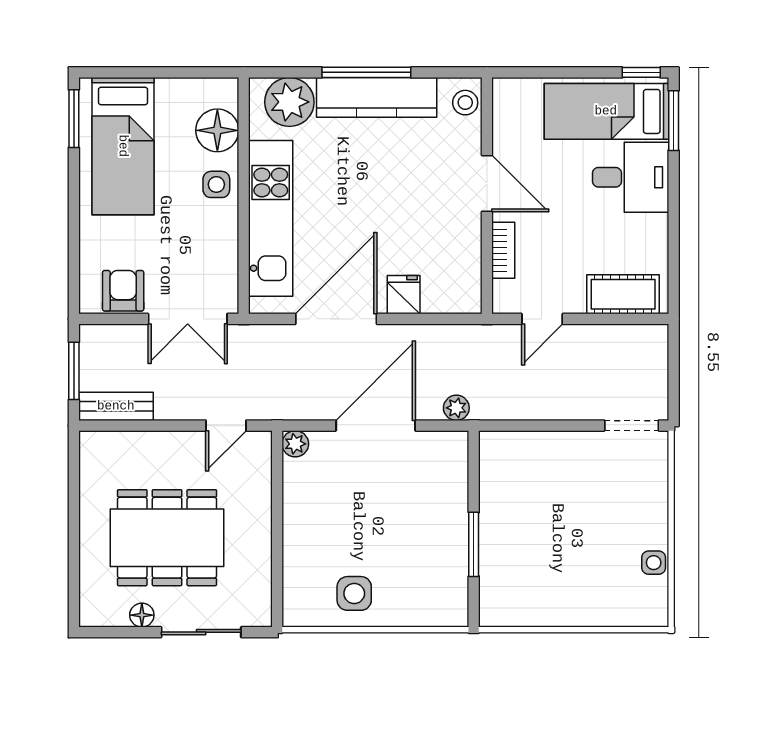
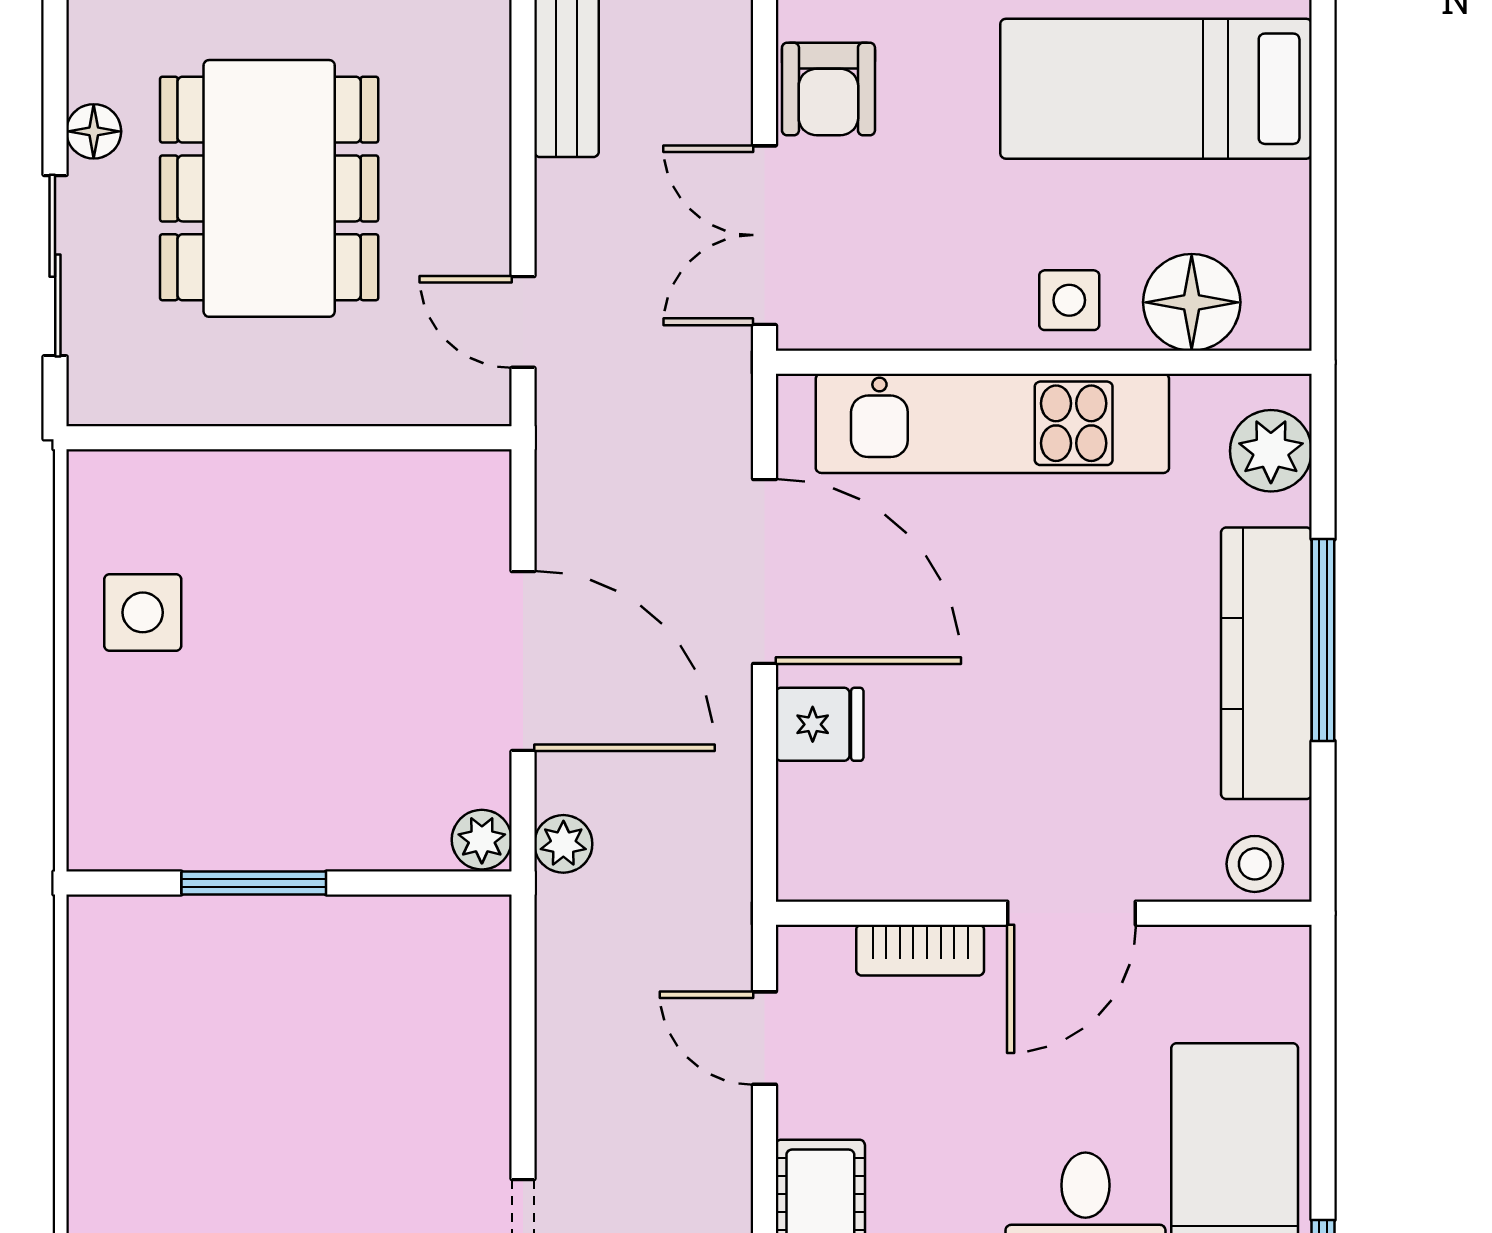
plant: (289, 102) -> (1271, 451), width x0.73, depth x0.73
armchair: (123, 291) -> (828, 89), turned 90
plant: (295, 444) -> (482, 840), moved

